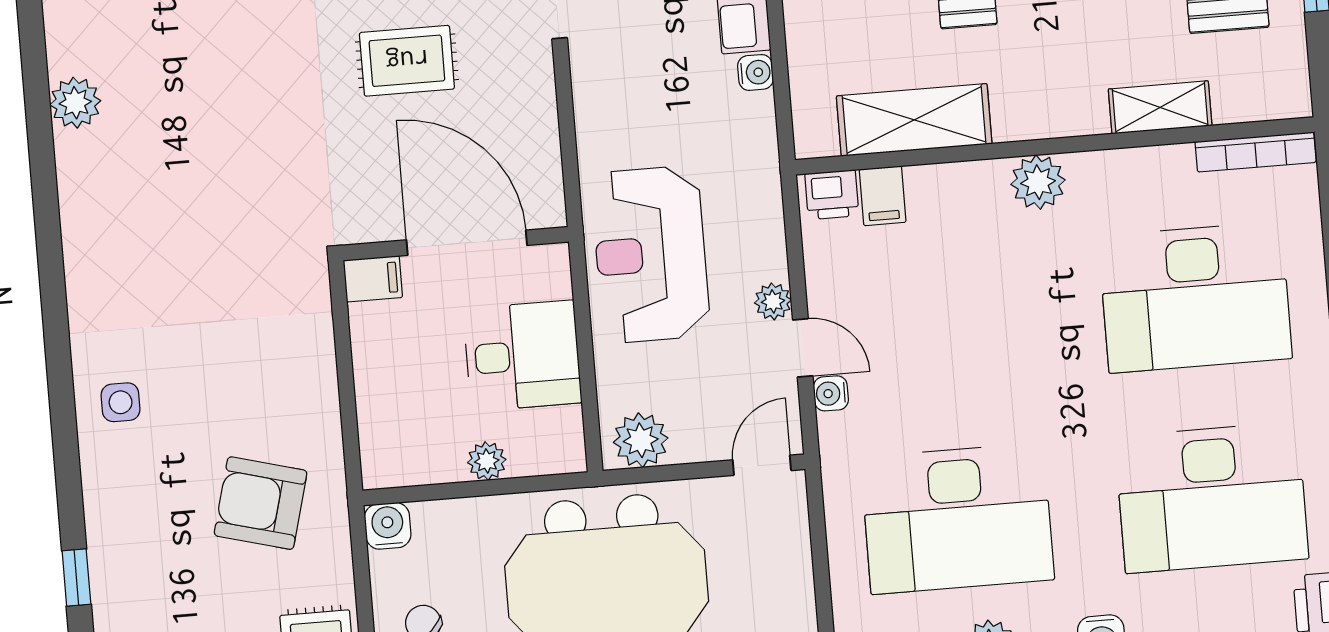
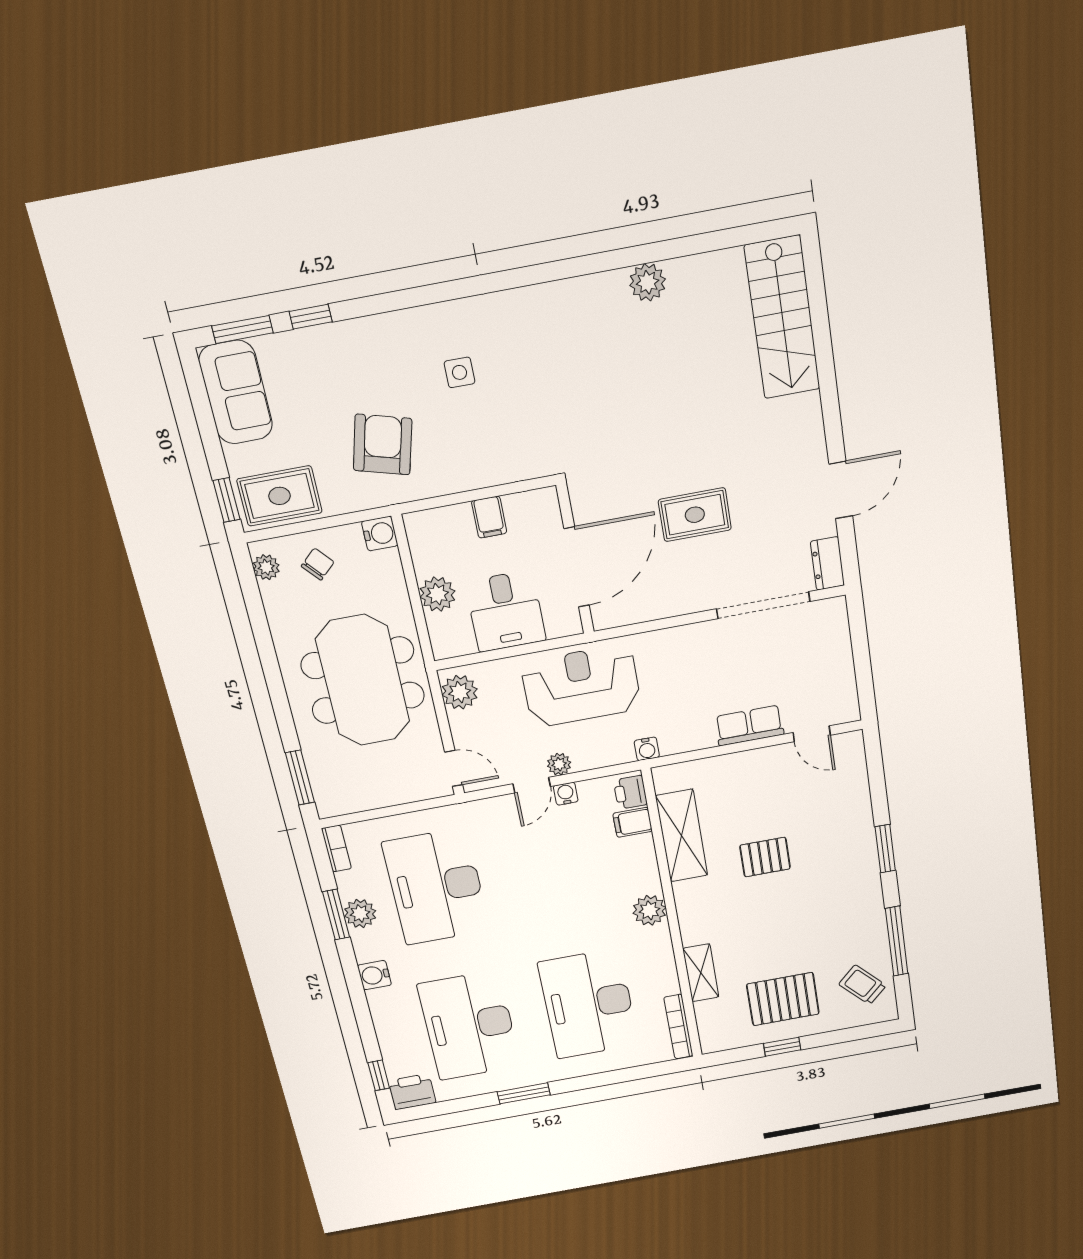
rug: (407, 61) -> (695, 515), turned 90
water cooler: (755, 72) -> (647, 749), moved
filing cabinet: (373, 279) -> (489, 517), moved
water cooler: (831, 393) -> (566, 794), moved
side table: (121, 402) -> (459, 372), moved
plant: (487, 461) -> (437, 594), width x1.38, depth x1.38

